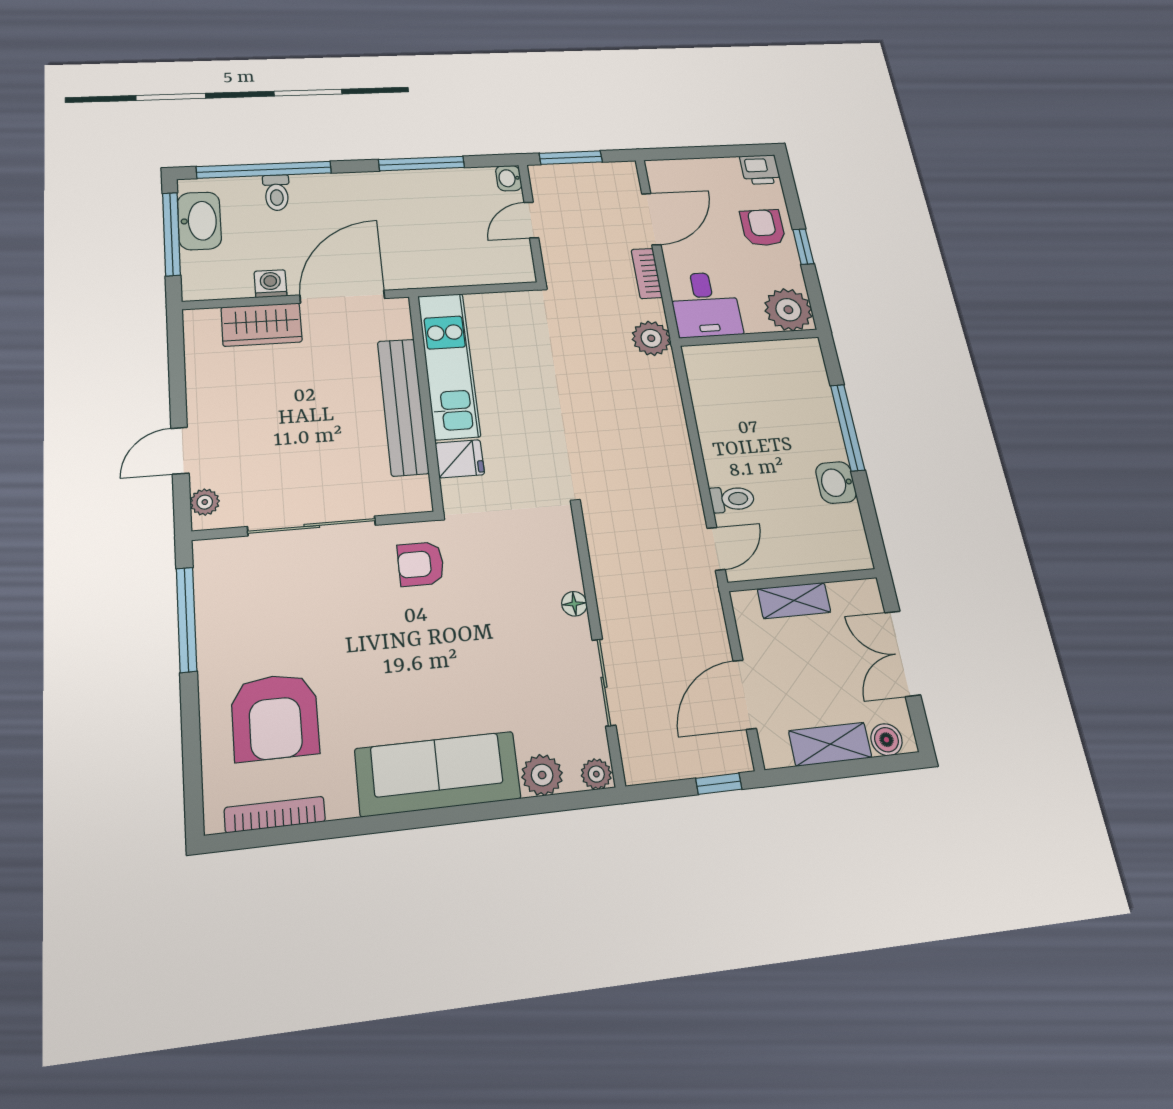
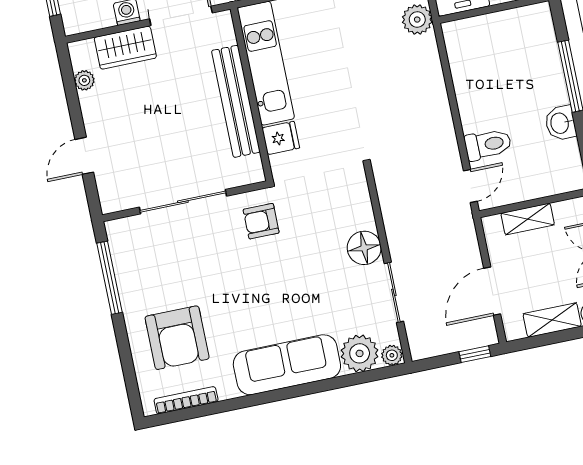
toilet: (732, 499) -> (488, 144), width x1.37, depth x1.39
plant: (205, 502) -> (84, 80), moved
floor lamp: (574, 604) -> (364, 248), width x1.89, depth x1.89
plant: (542, 775) -> (360, 353), width x1.36, depth x1.36

